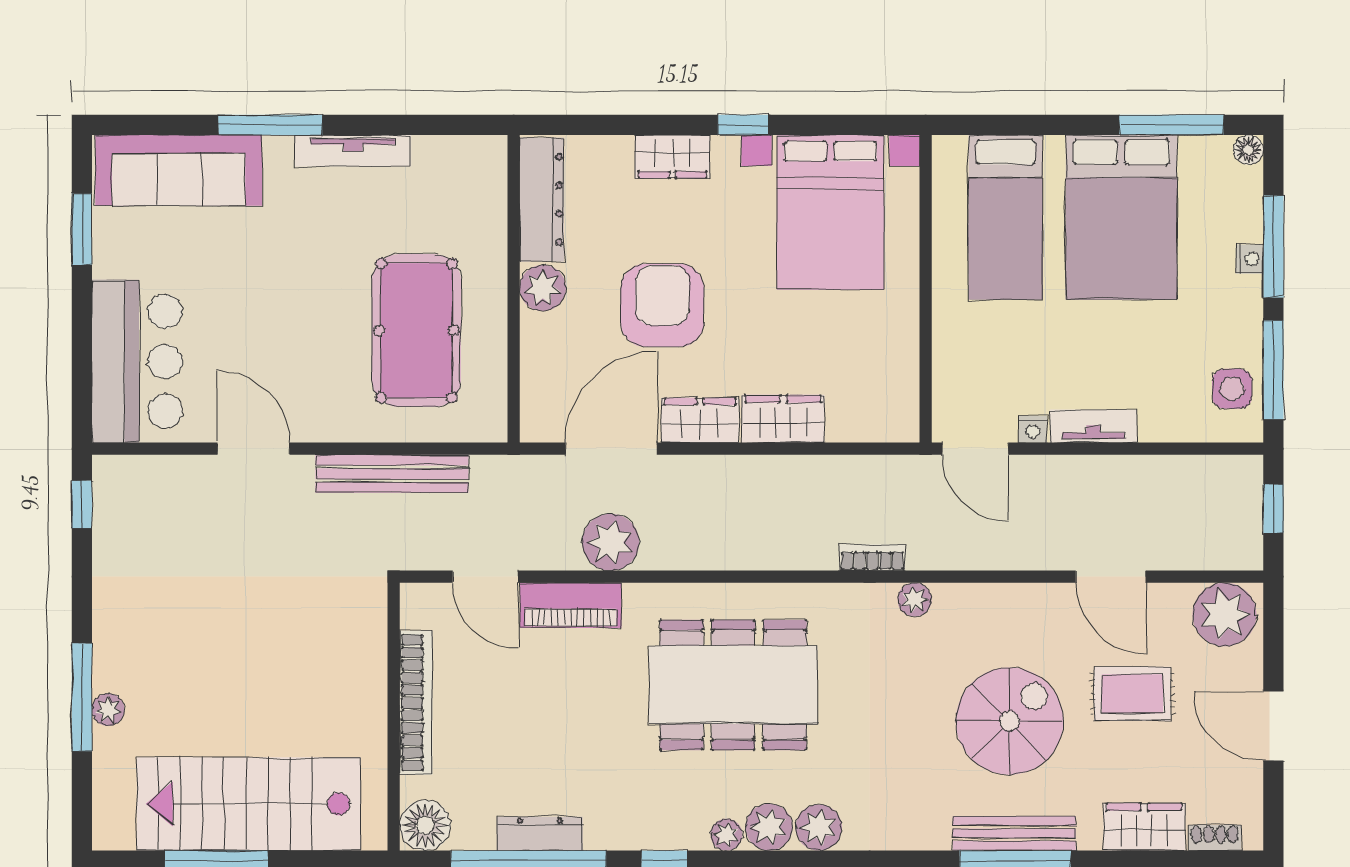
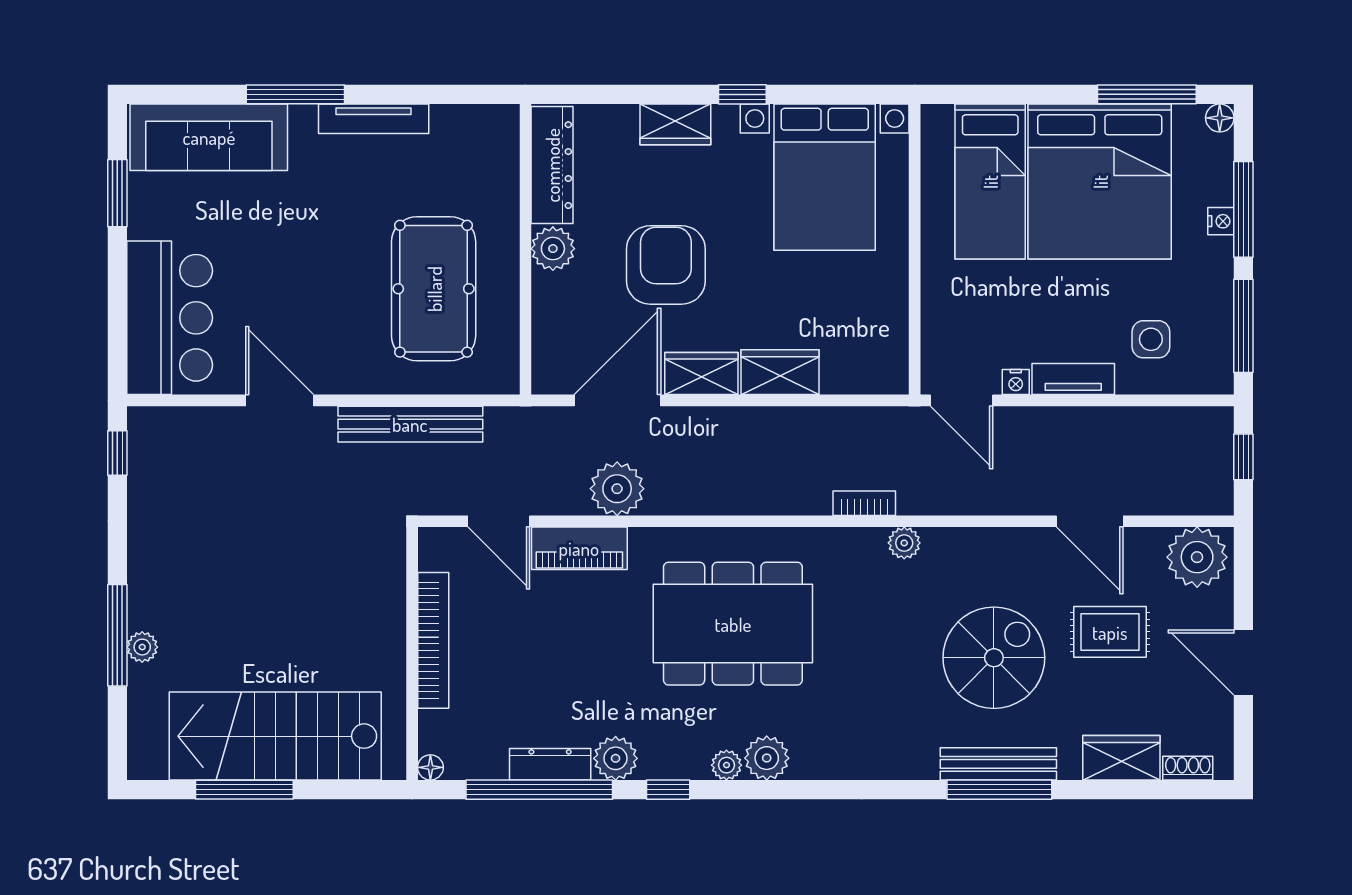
bed: (1121, 217) -> (1100, 182), width x1.36
side table: (1232, 389) -> (1151, 339), moved
floor lamp: (425, 825) -> (430, 767), width x0.53, depth x0.53
plant: (819, 827) -> (616, 758), moved

